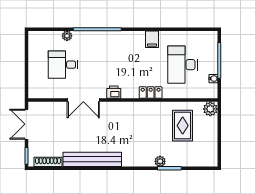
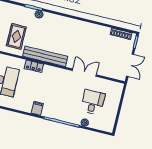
filing cabinet: (152, 39) -> (37, 108), moved
desk: (63, 65) -> (93, 102), turned -90
printer: (114, 92) -> (61, 73), removed
bench: (92, 159) -> (45, 56), moved

